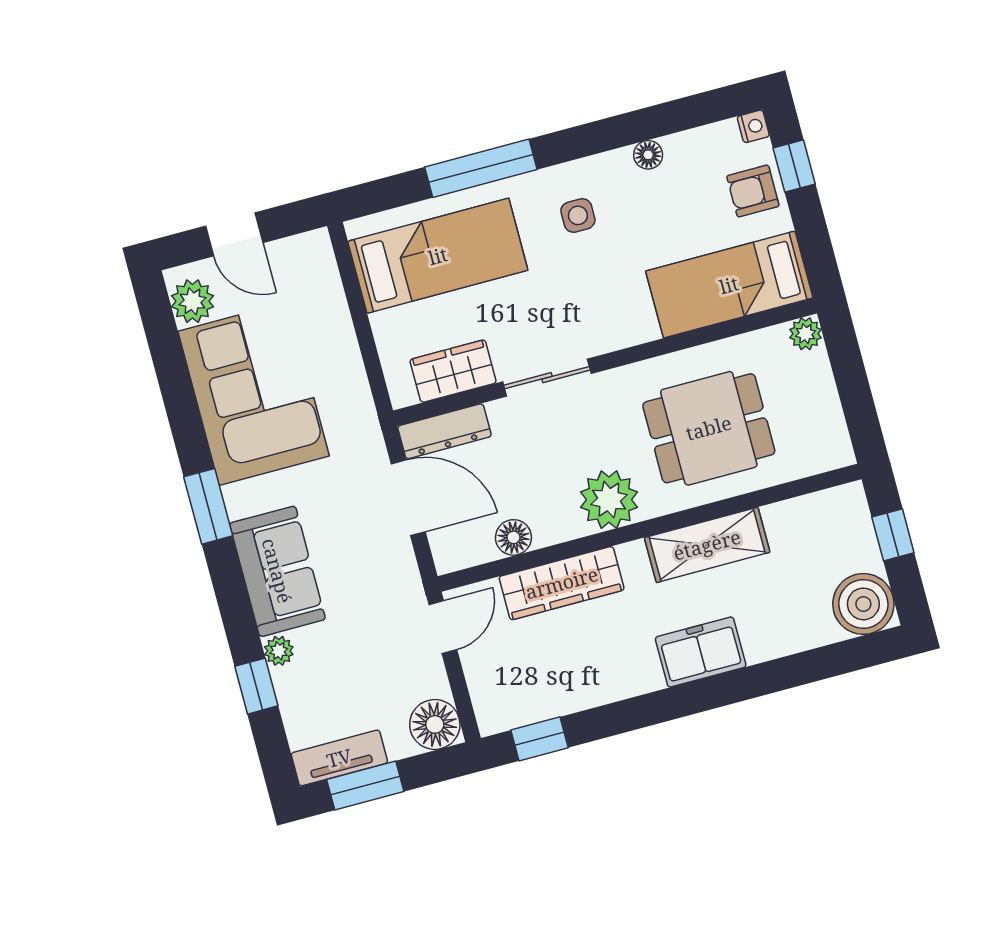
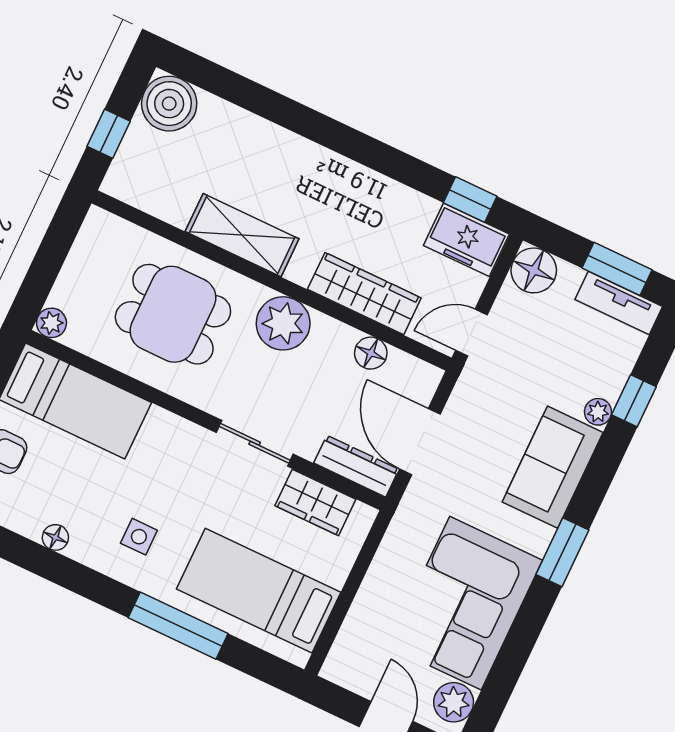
freezer: (701, 652) -> (466, 240), moved

